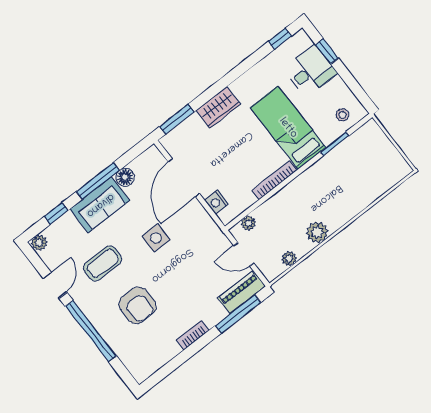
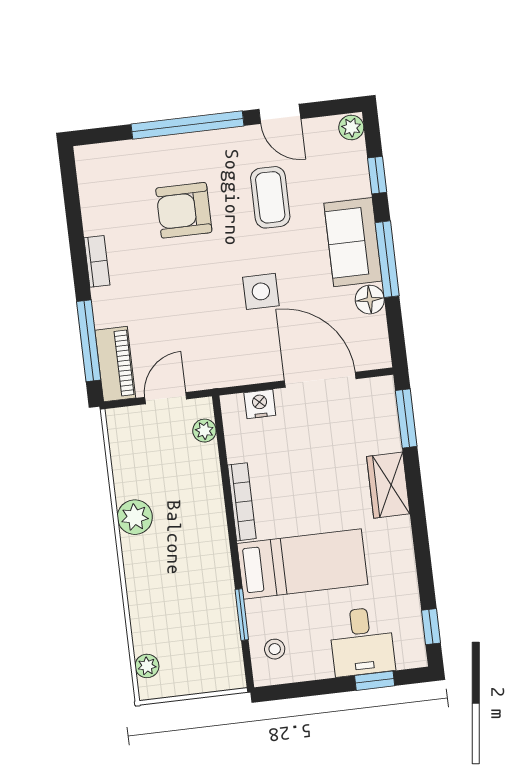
plant: (289, 259) -> (147, 666), moved

